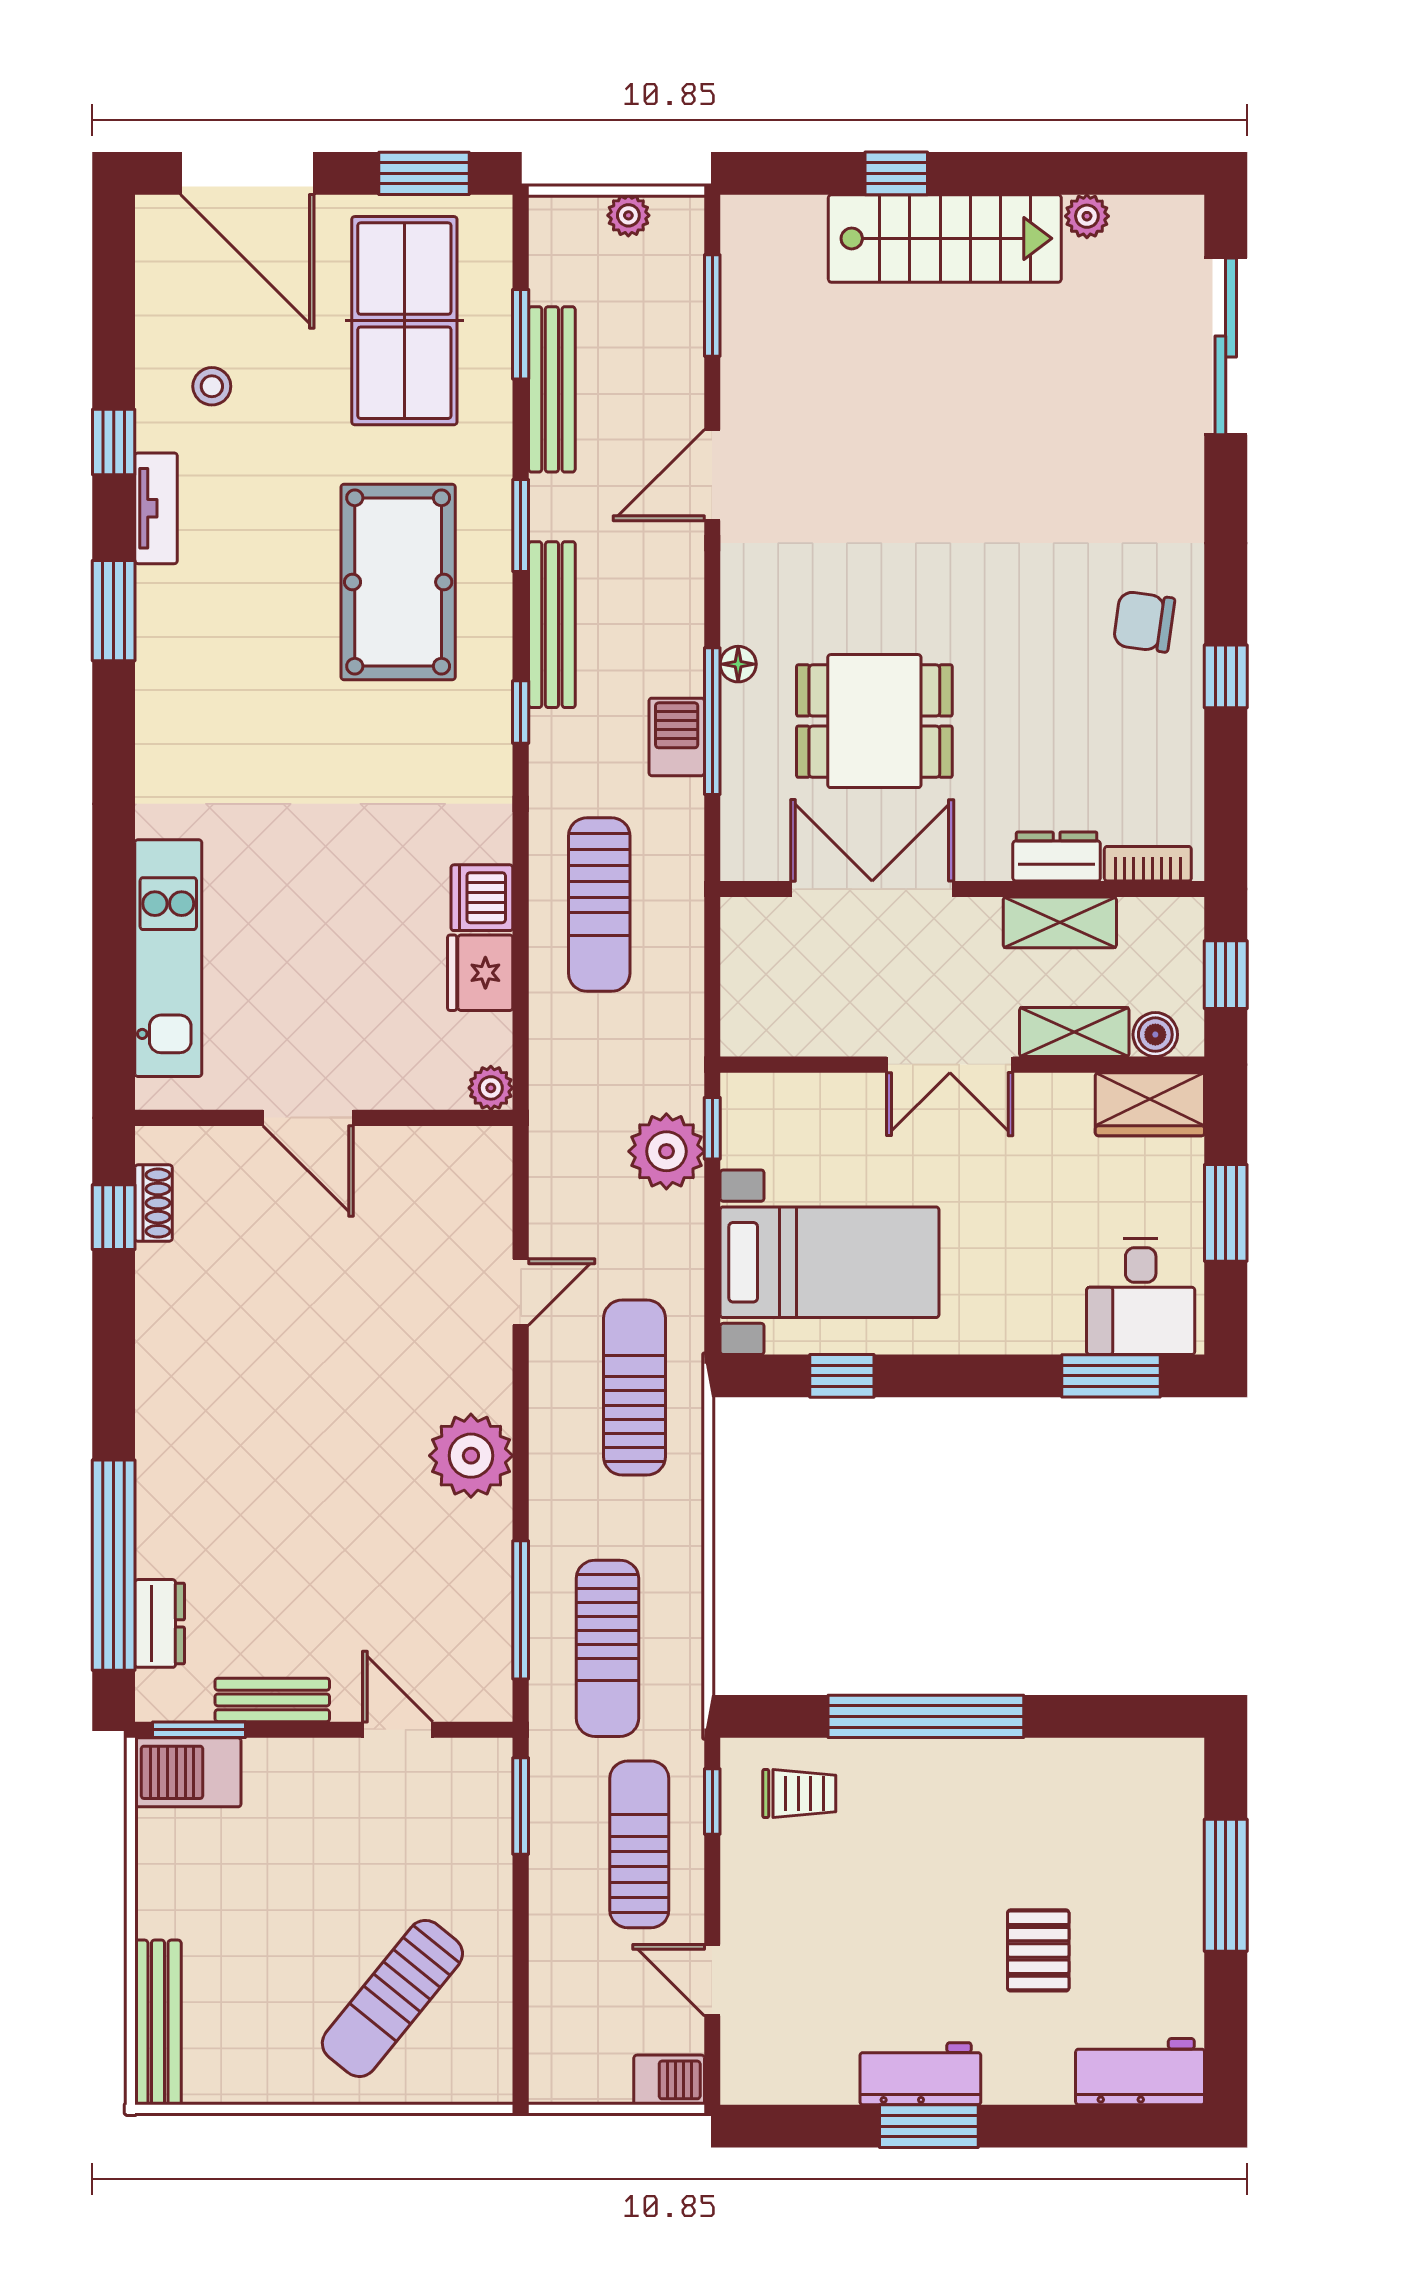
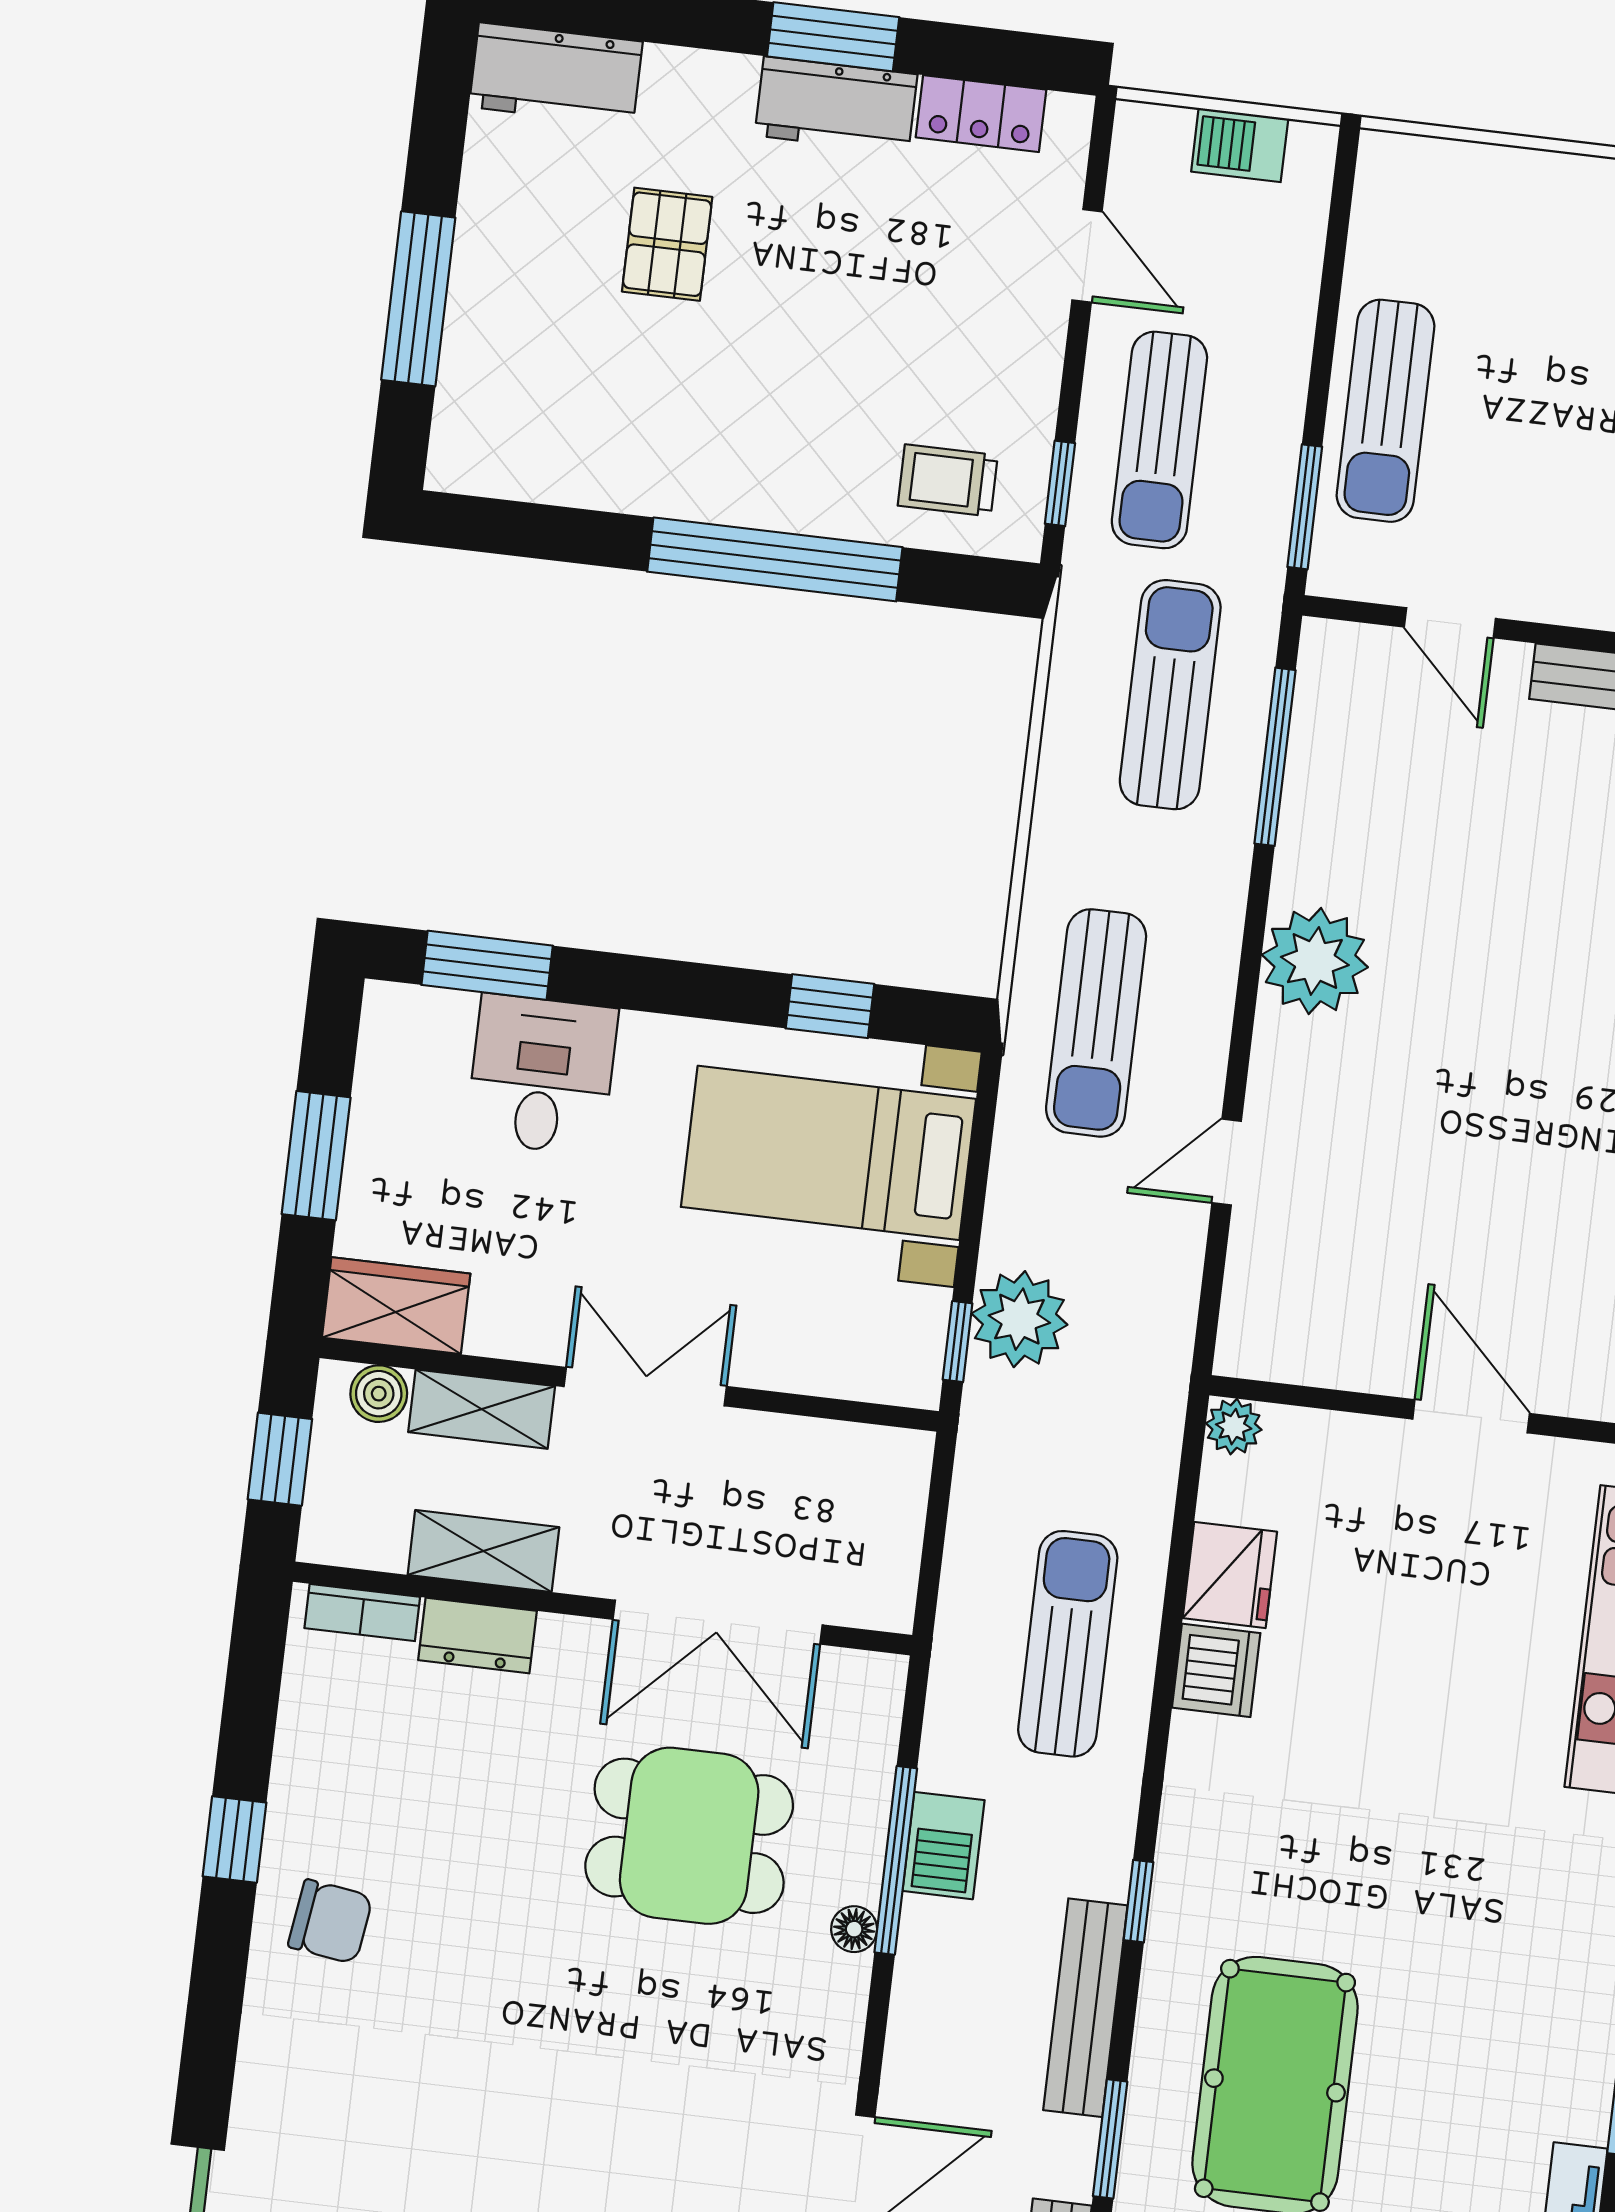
desk: (1141, 1296) -> (542, 1075), moved
sun lounger: (392, 1998) -> (1386, 411), moved, turned 141
barbecue: (669, 2080) -> (1240, 145), moved
locker: (807, 2080) -> (981, 114), added

